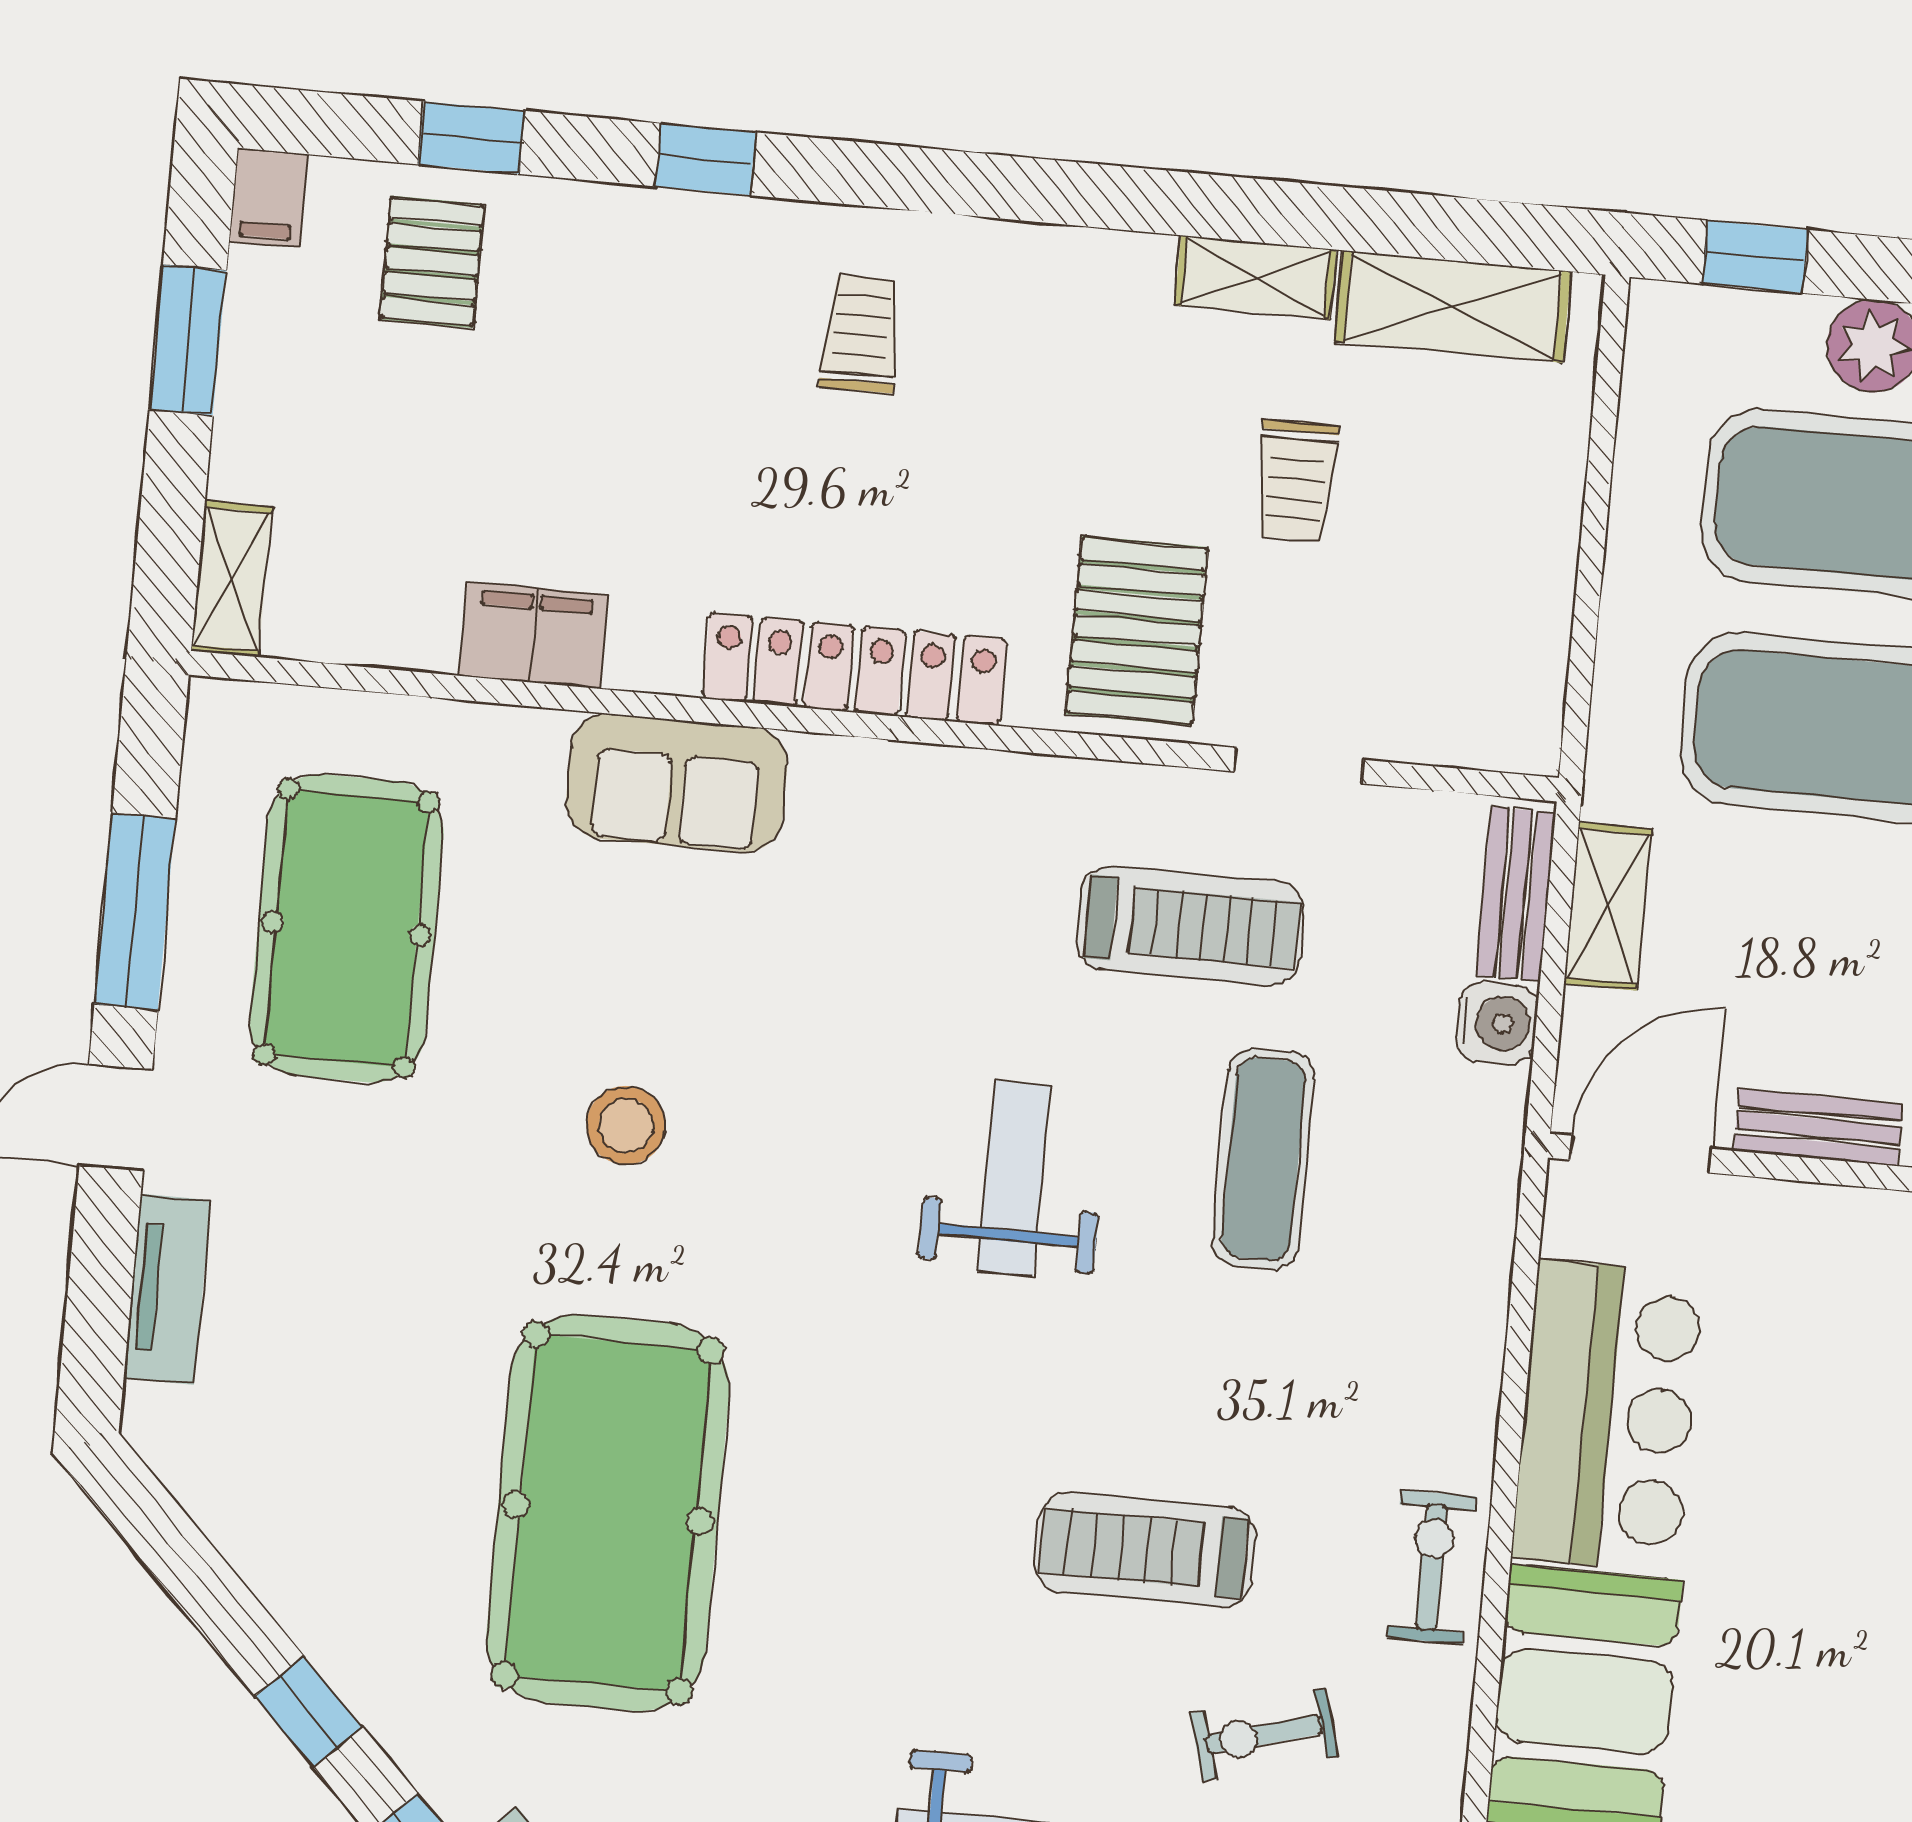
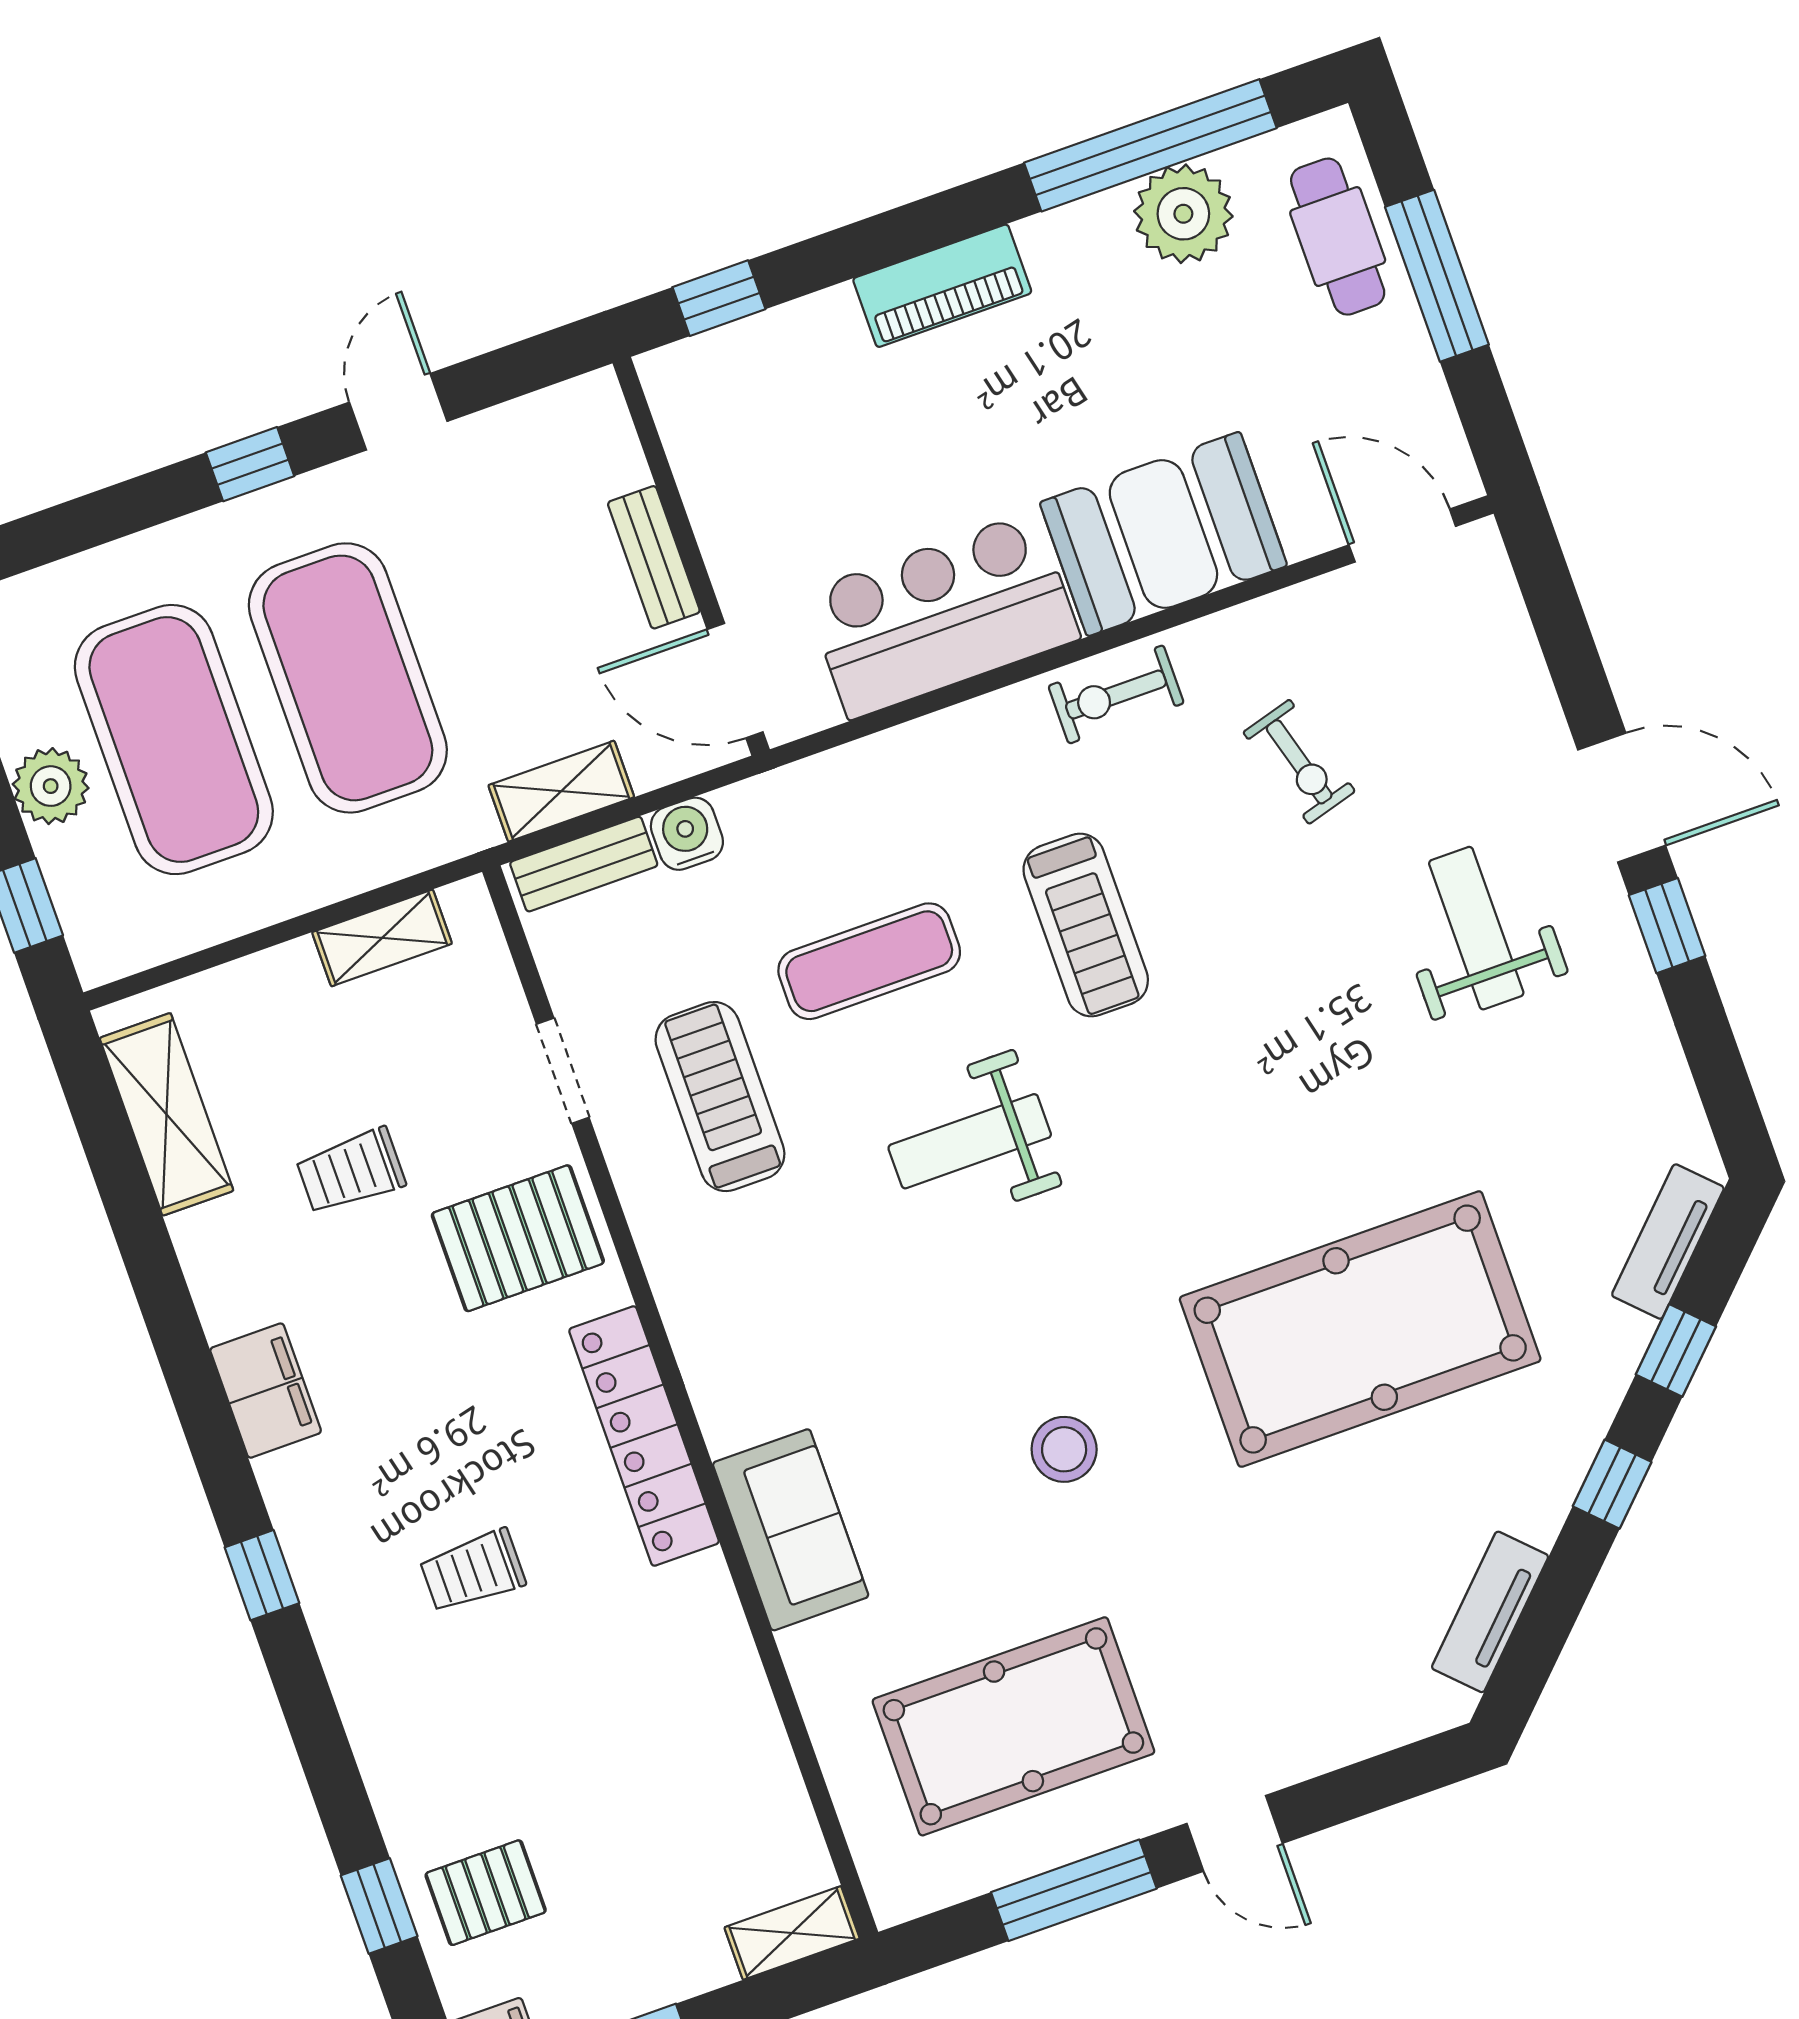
window: (705, 159) -> (262, 1575), moved
shelving: (1255, 277) -> (382, 938), moved, turned 90
trolley: (861, 334) -> (473, 1571), moved
trolley: (1296, 481) -> (351, 1171), turned 180
filing cabinet: (534, 635) -> (266, 1391), moved, turned 180
tv unit: (167, 1289) -> (1490, 1612), moved, turned -45
treadmill: (1145, 1550) -> (1086, 925), moved

